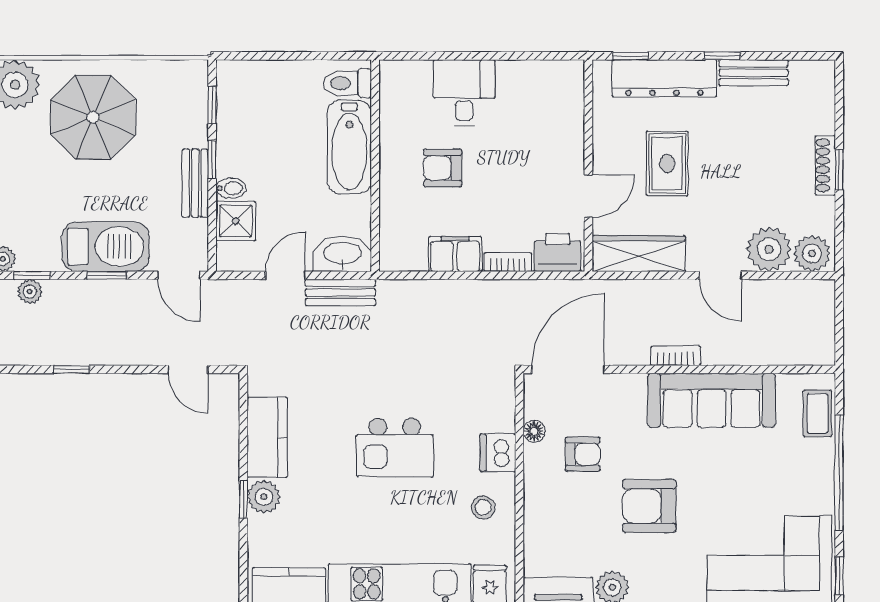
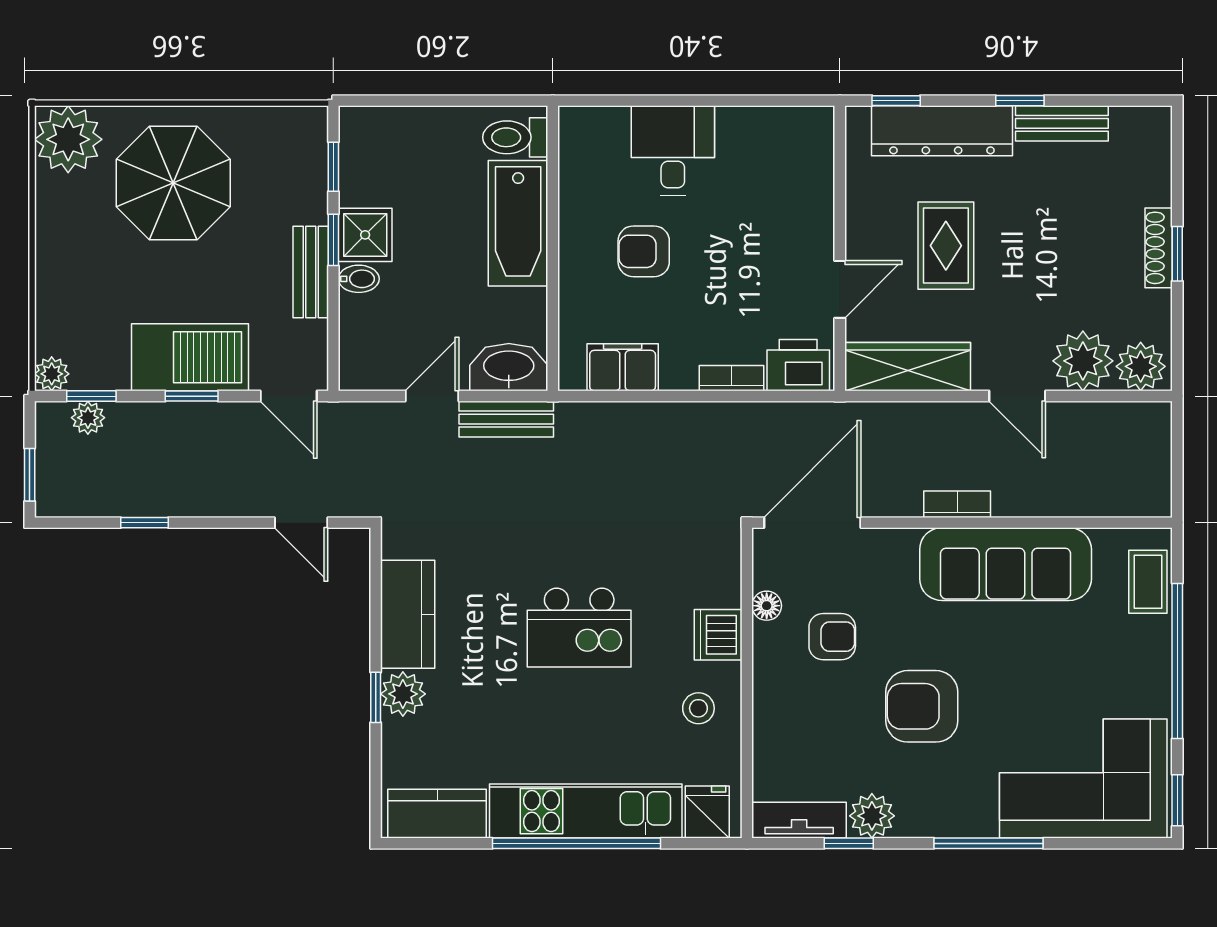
shower: (236, 221) -> (365, 235), moved
filing cabinet: (455, 254) -> (623, 367), moved

